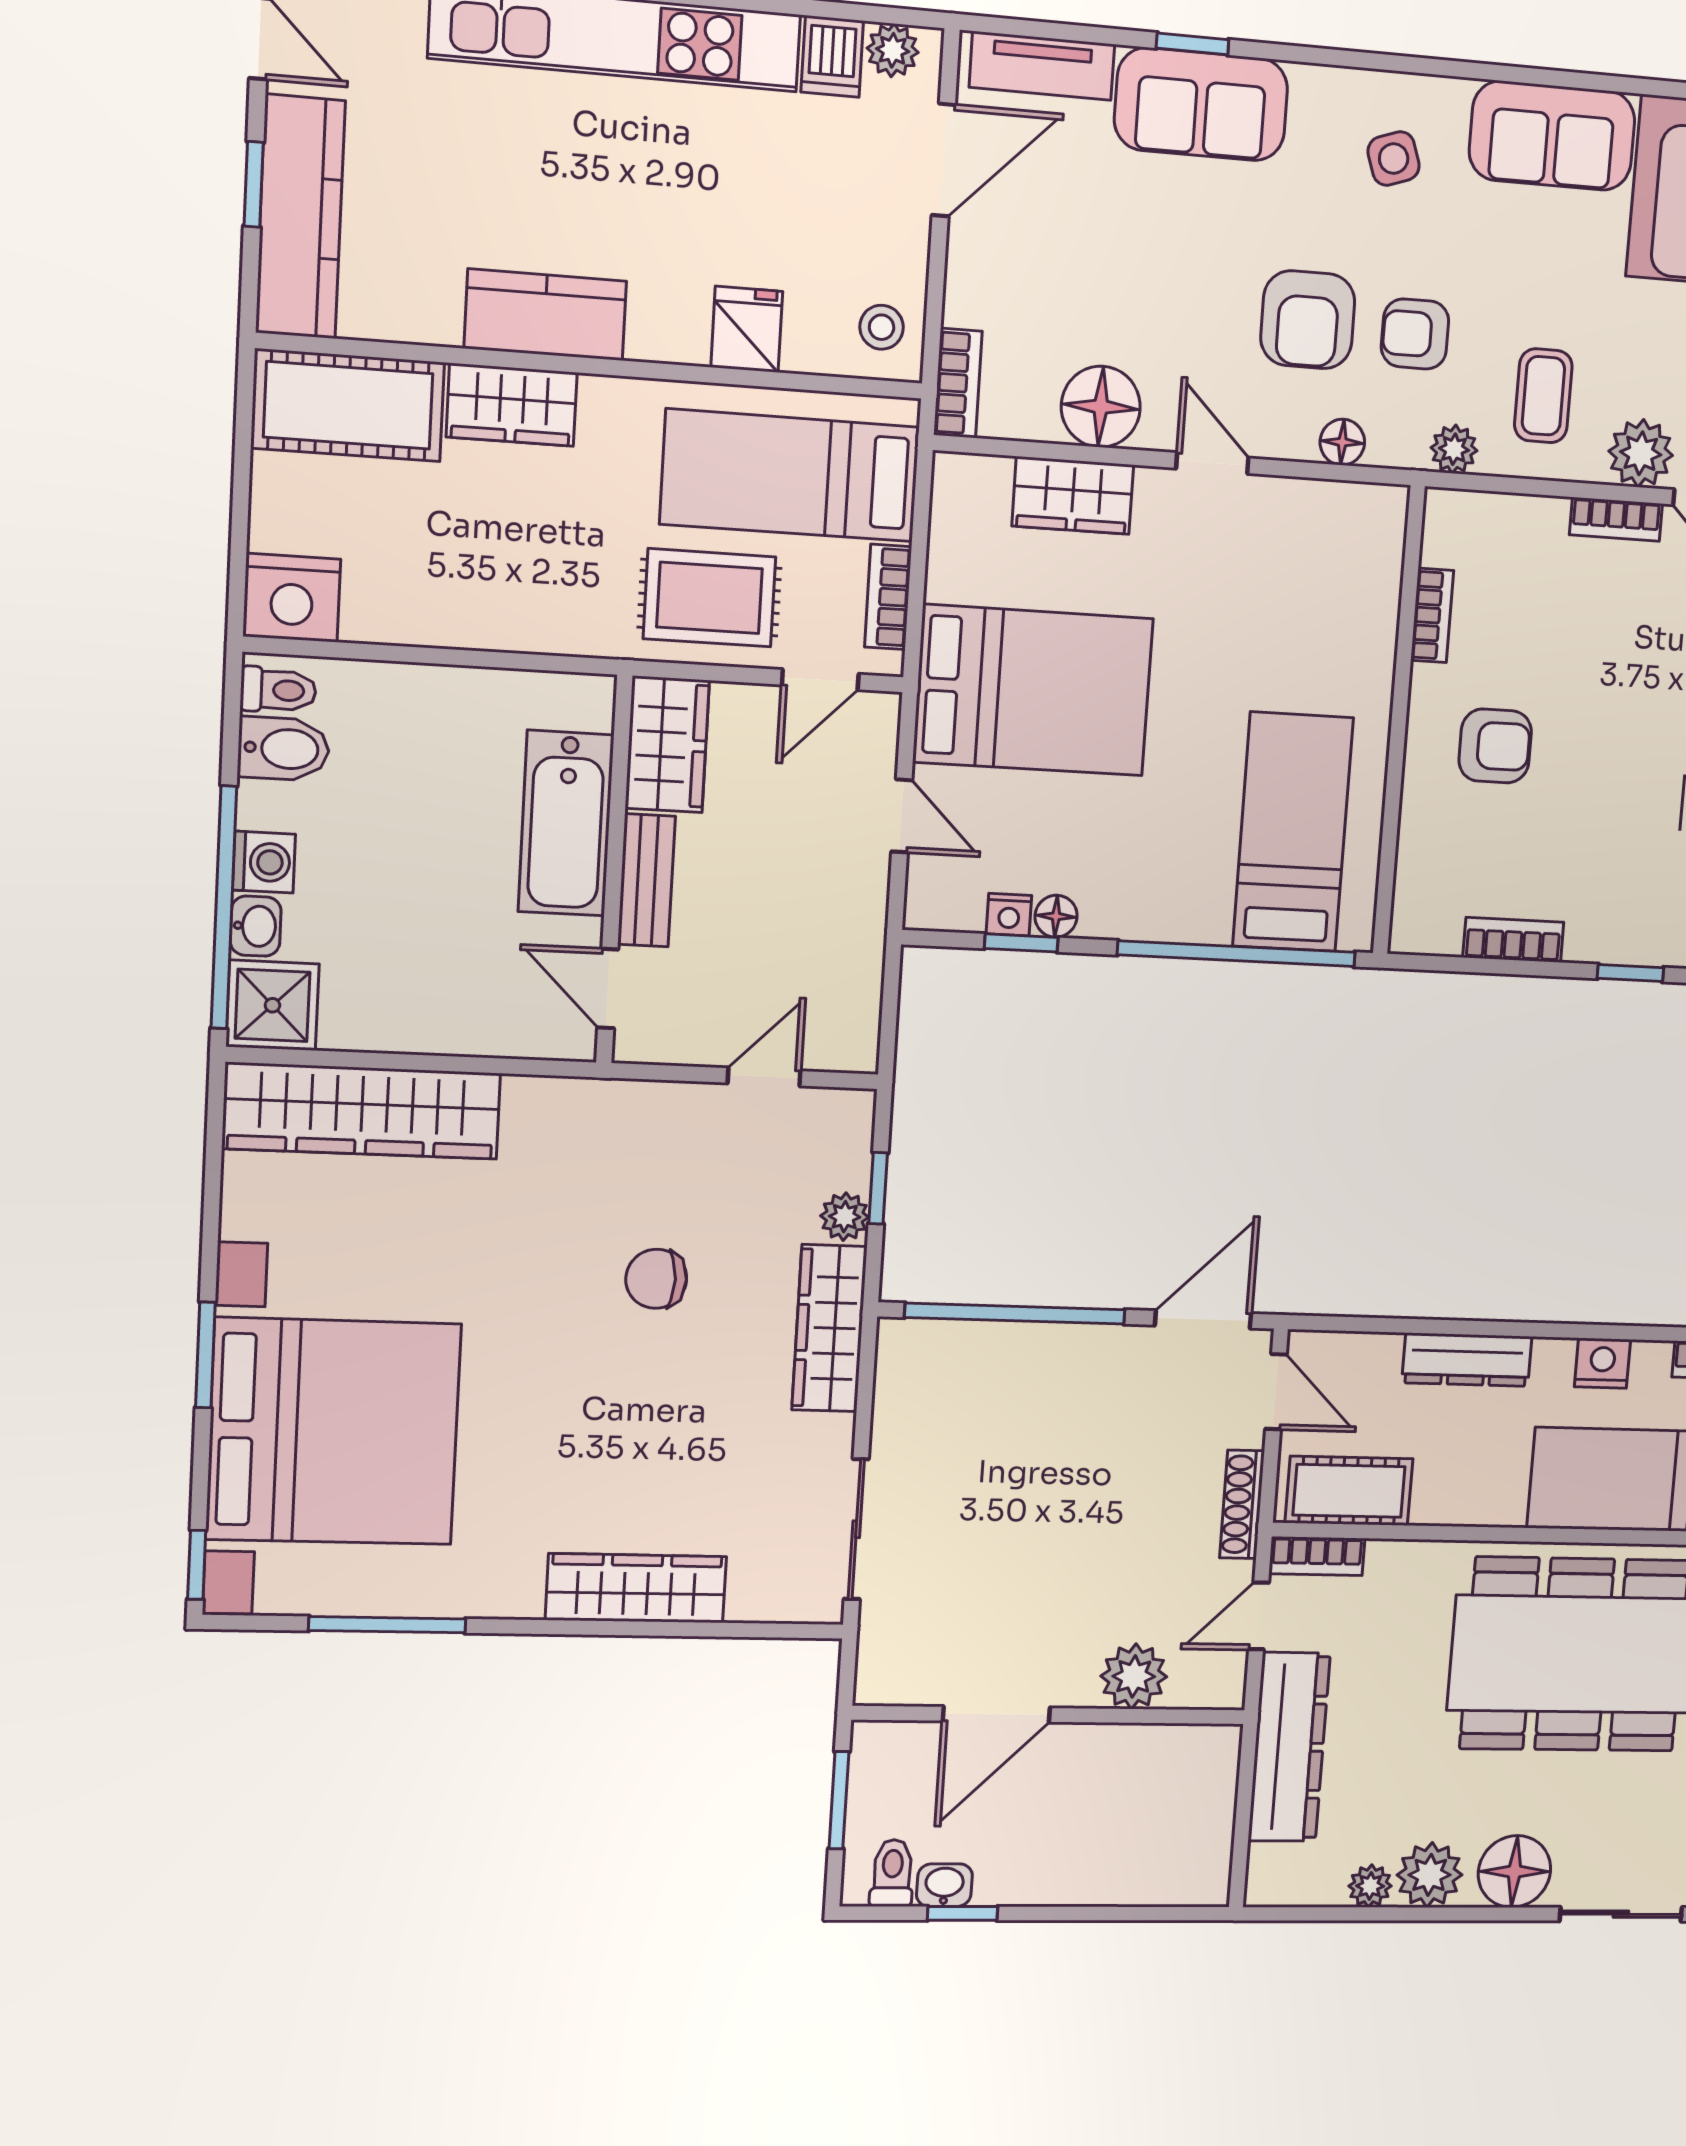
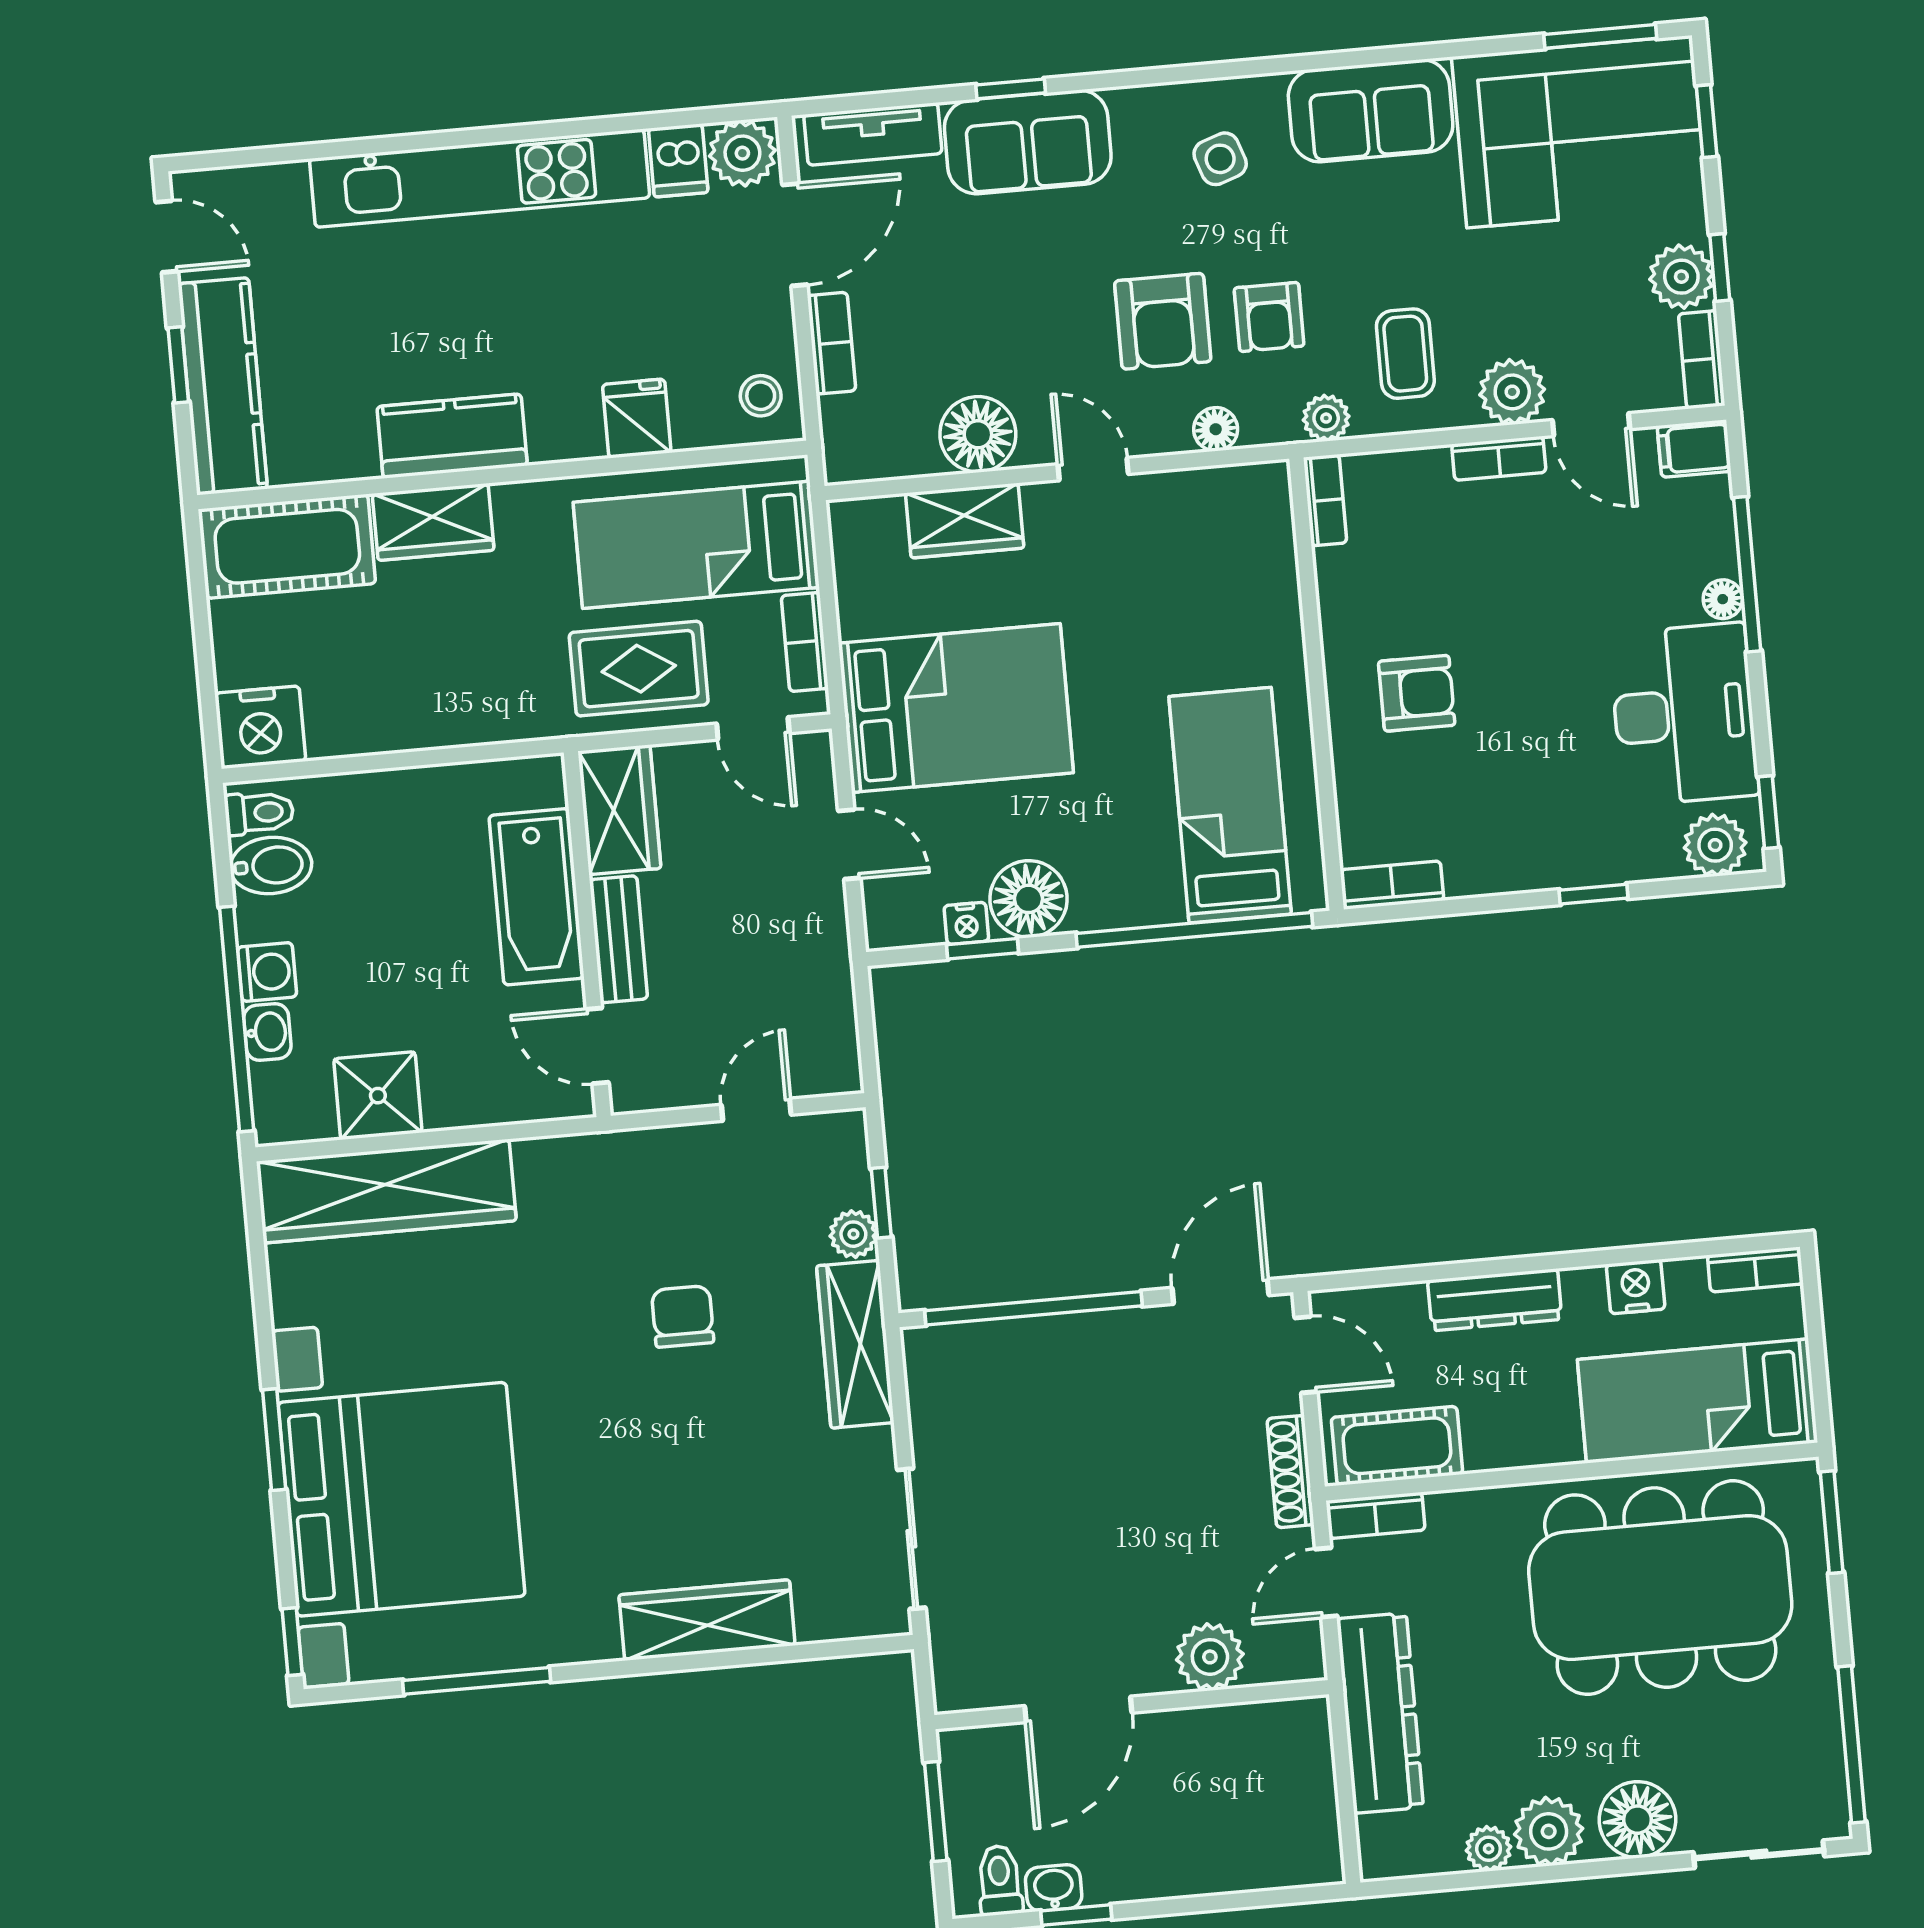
plant: (893, 50) -> (742, 153), width x1.38, depth x1.38
armchair: (1415, 334) -> (1269, 317), turned -90
bookcase: (958, 383) -> (832, 343), moved
bookcase: (1432, 615) -> (1325, 500), moved
door: (820, 680) -> (753, 728), hinge flipped
floor lamp: (1056, 916) -> (1028, 899), width x1.89, depth x1.89
bookcase: (1513, 940) -> (1392, 885), moved
shower: (272, 1005) -> (378, 1096), moved
chair: (656, 1279) -> (683, 1316), turned 90

